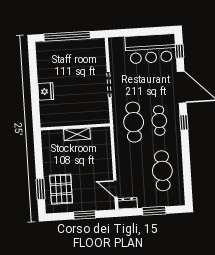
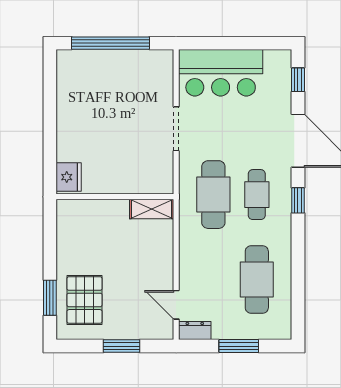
bar counter: (151, 49) -> (221, 73), moved
fridge: (46, 91) -> (69, 177), moved
shelving: (77, 134) -> (152, 209), moved

